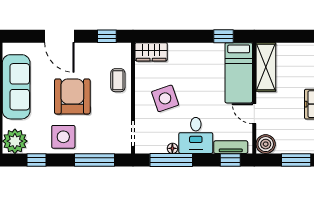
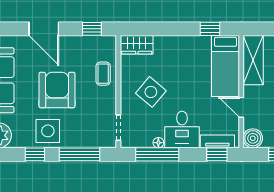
side table: (165, 98) -> (151, 92), turned -31
window: (37, 160) -> (35, 154), moved

